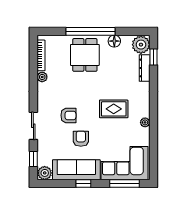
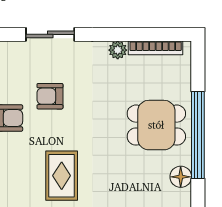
armchair: (68, 115) -> (50, 96), turned 90
sliding door: (33, 126) -> (50, 34), moved

